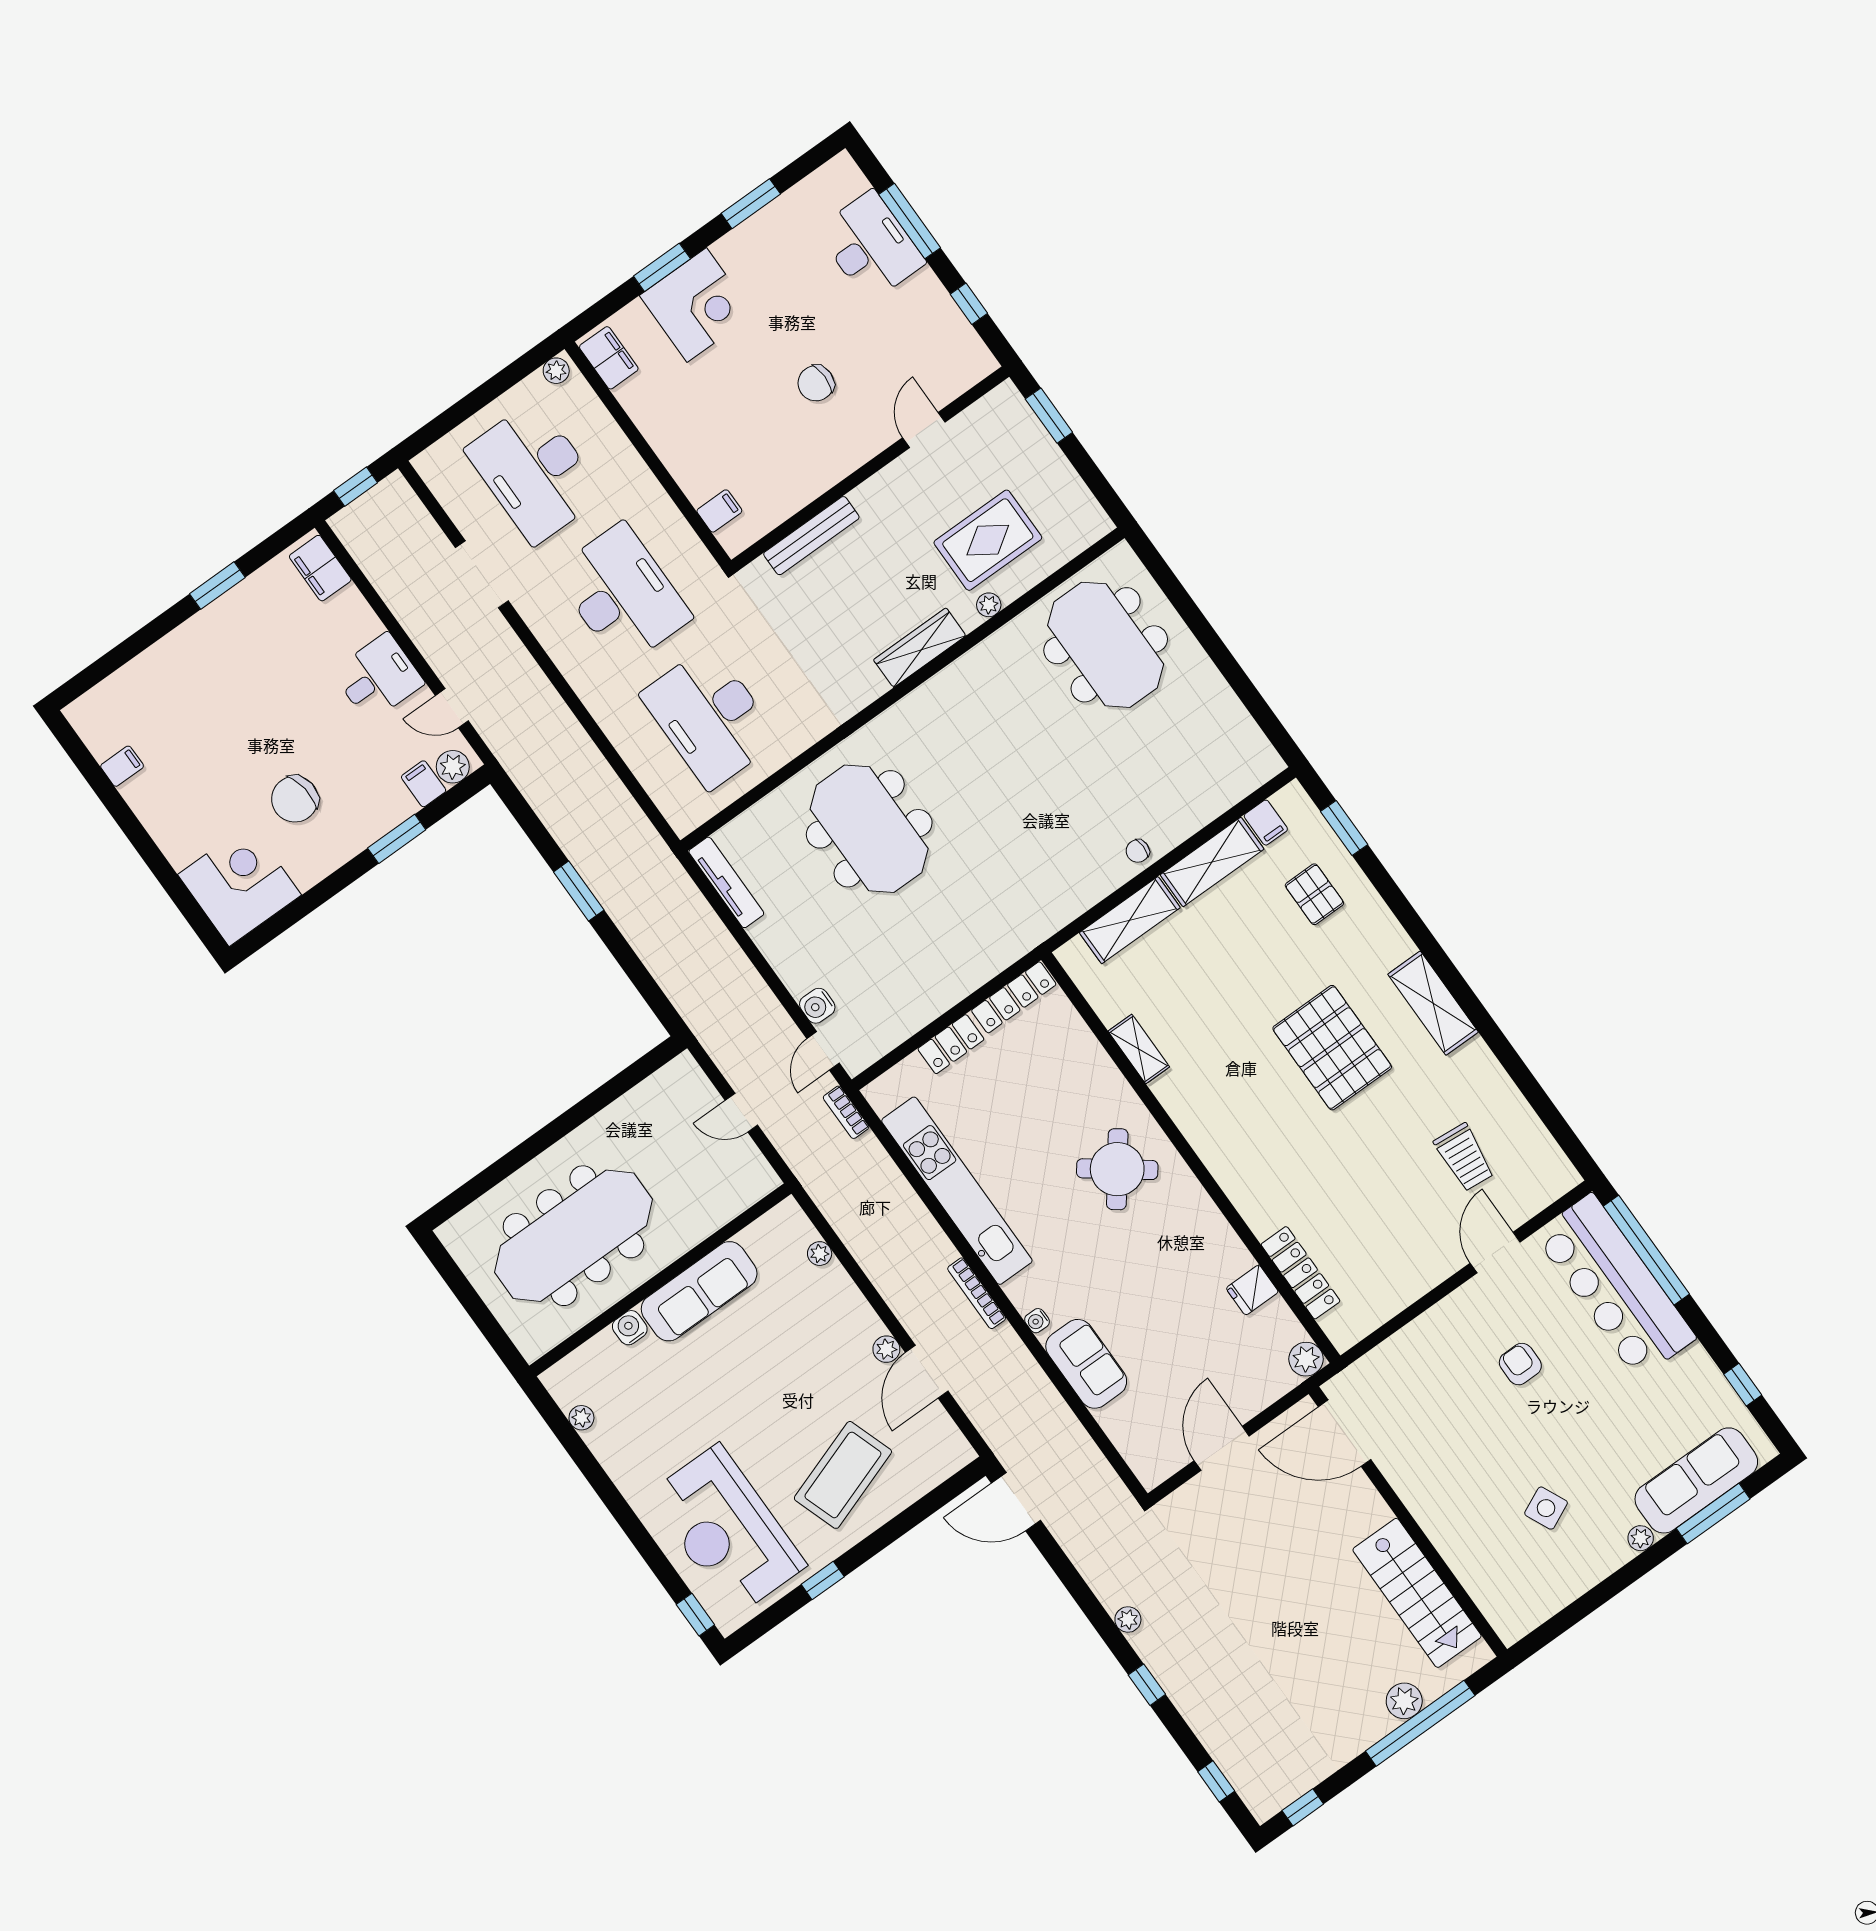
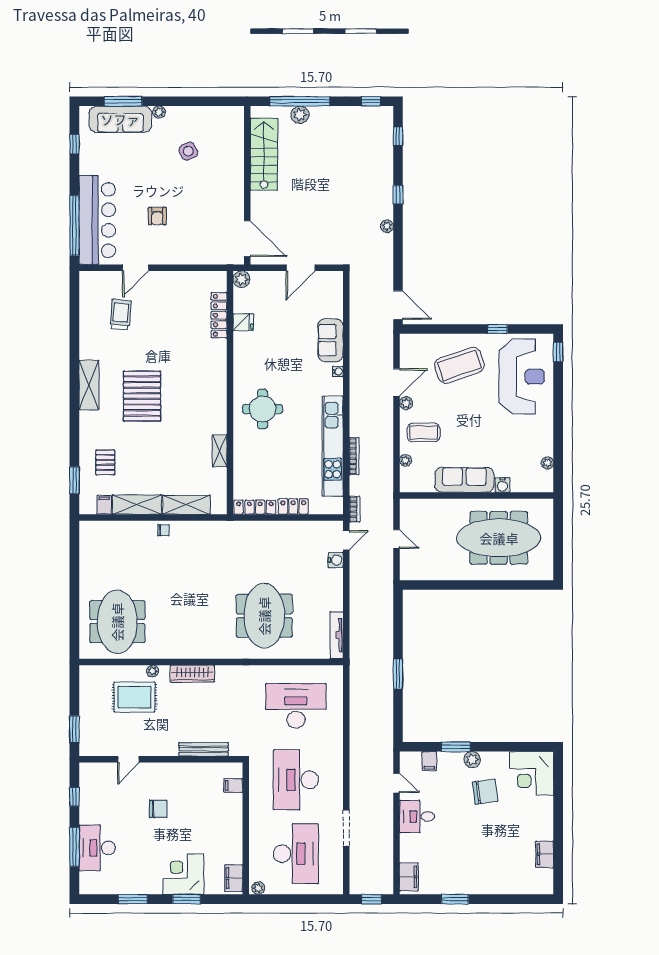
desk: (710, 717) -> (296, 706), turned -90
filing cabinet: (122, 766) -> (545, 854), width x2.00
plant: (453, 767) -> (472, 760), moved
round table: (1117, 1169) -> (263, 409), turned -37
bookcase: (977, 1293) -> (354, 456), moved
coffee table: (823, 1321) -> (424, 432), added

